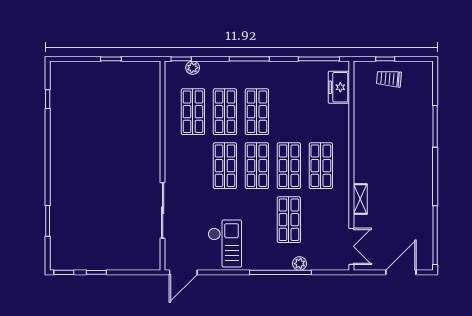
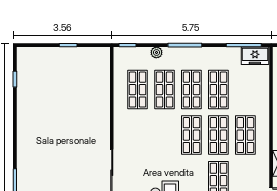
plant: (193, 68) -> (156, 52), moved
freezer: (339, 87) -> (255, 56), moved, turned -90
shop shelf: (225, 166) -> (218, 90), moved

